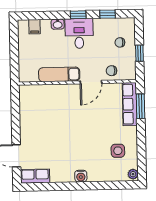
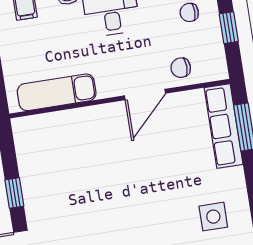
exam couch: (59, 74) -> (57, 92), moved
window: (16, 124) -> (14, 193), added

